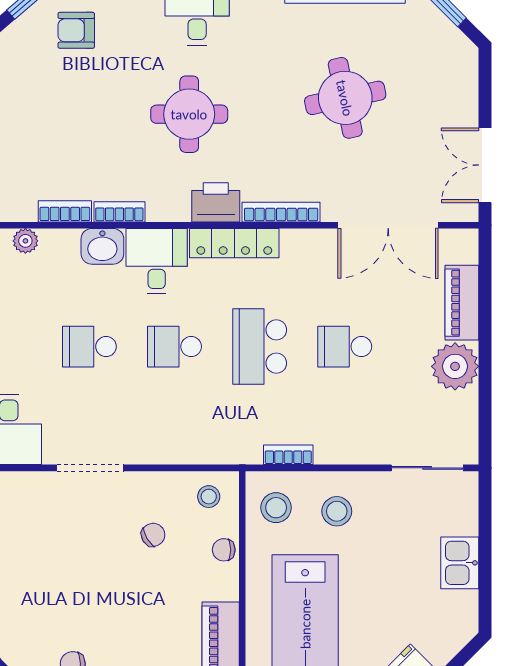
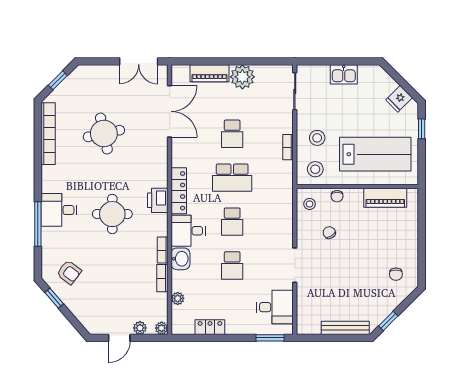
armchair: (76, 30) -> (69, 272), turned -53
bookcase: (281, 212) -> (163, 167), removed
bookcase: (288, 455) -> (288, 147), moved

